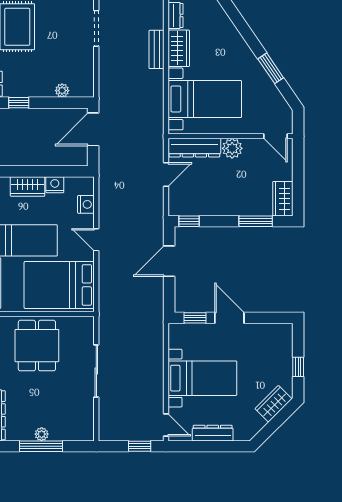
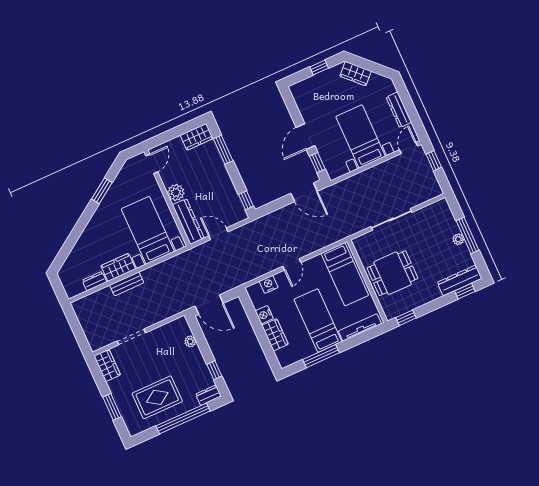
door: (169, 261) -> (304, 192), moved
bed: (59, 285) -> (345, 274), width x0.67

